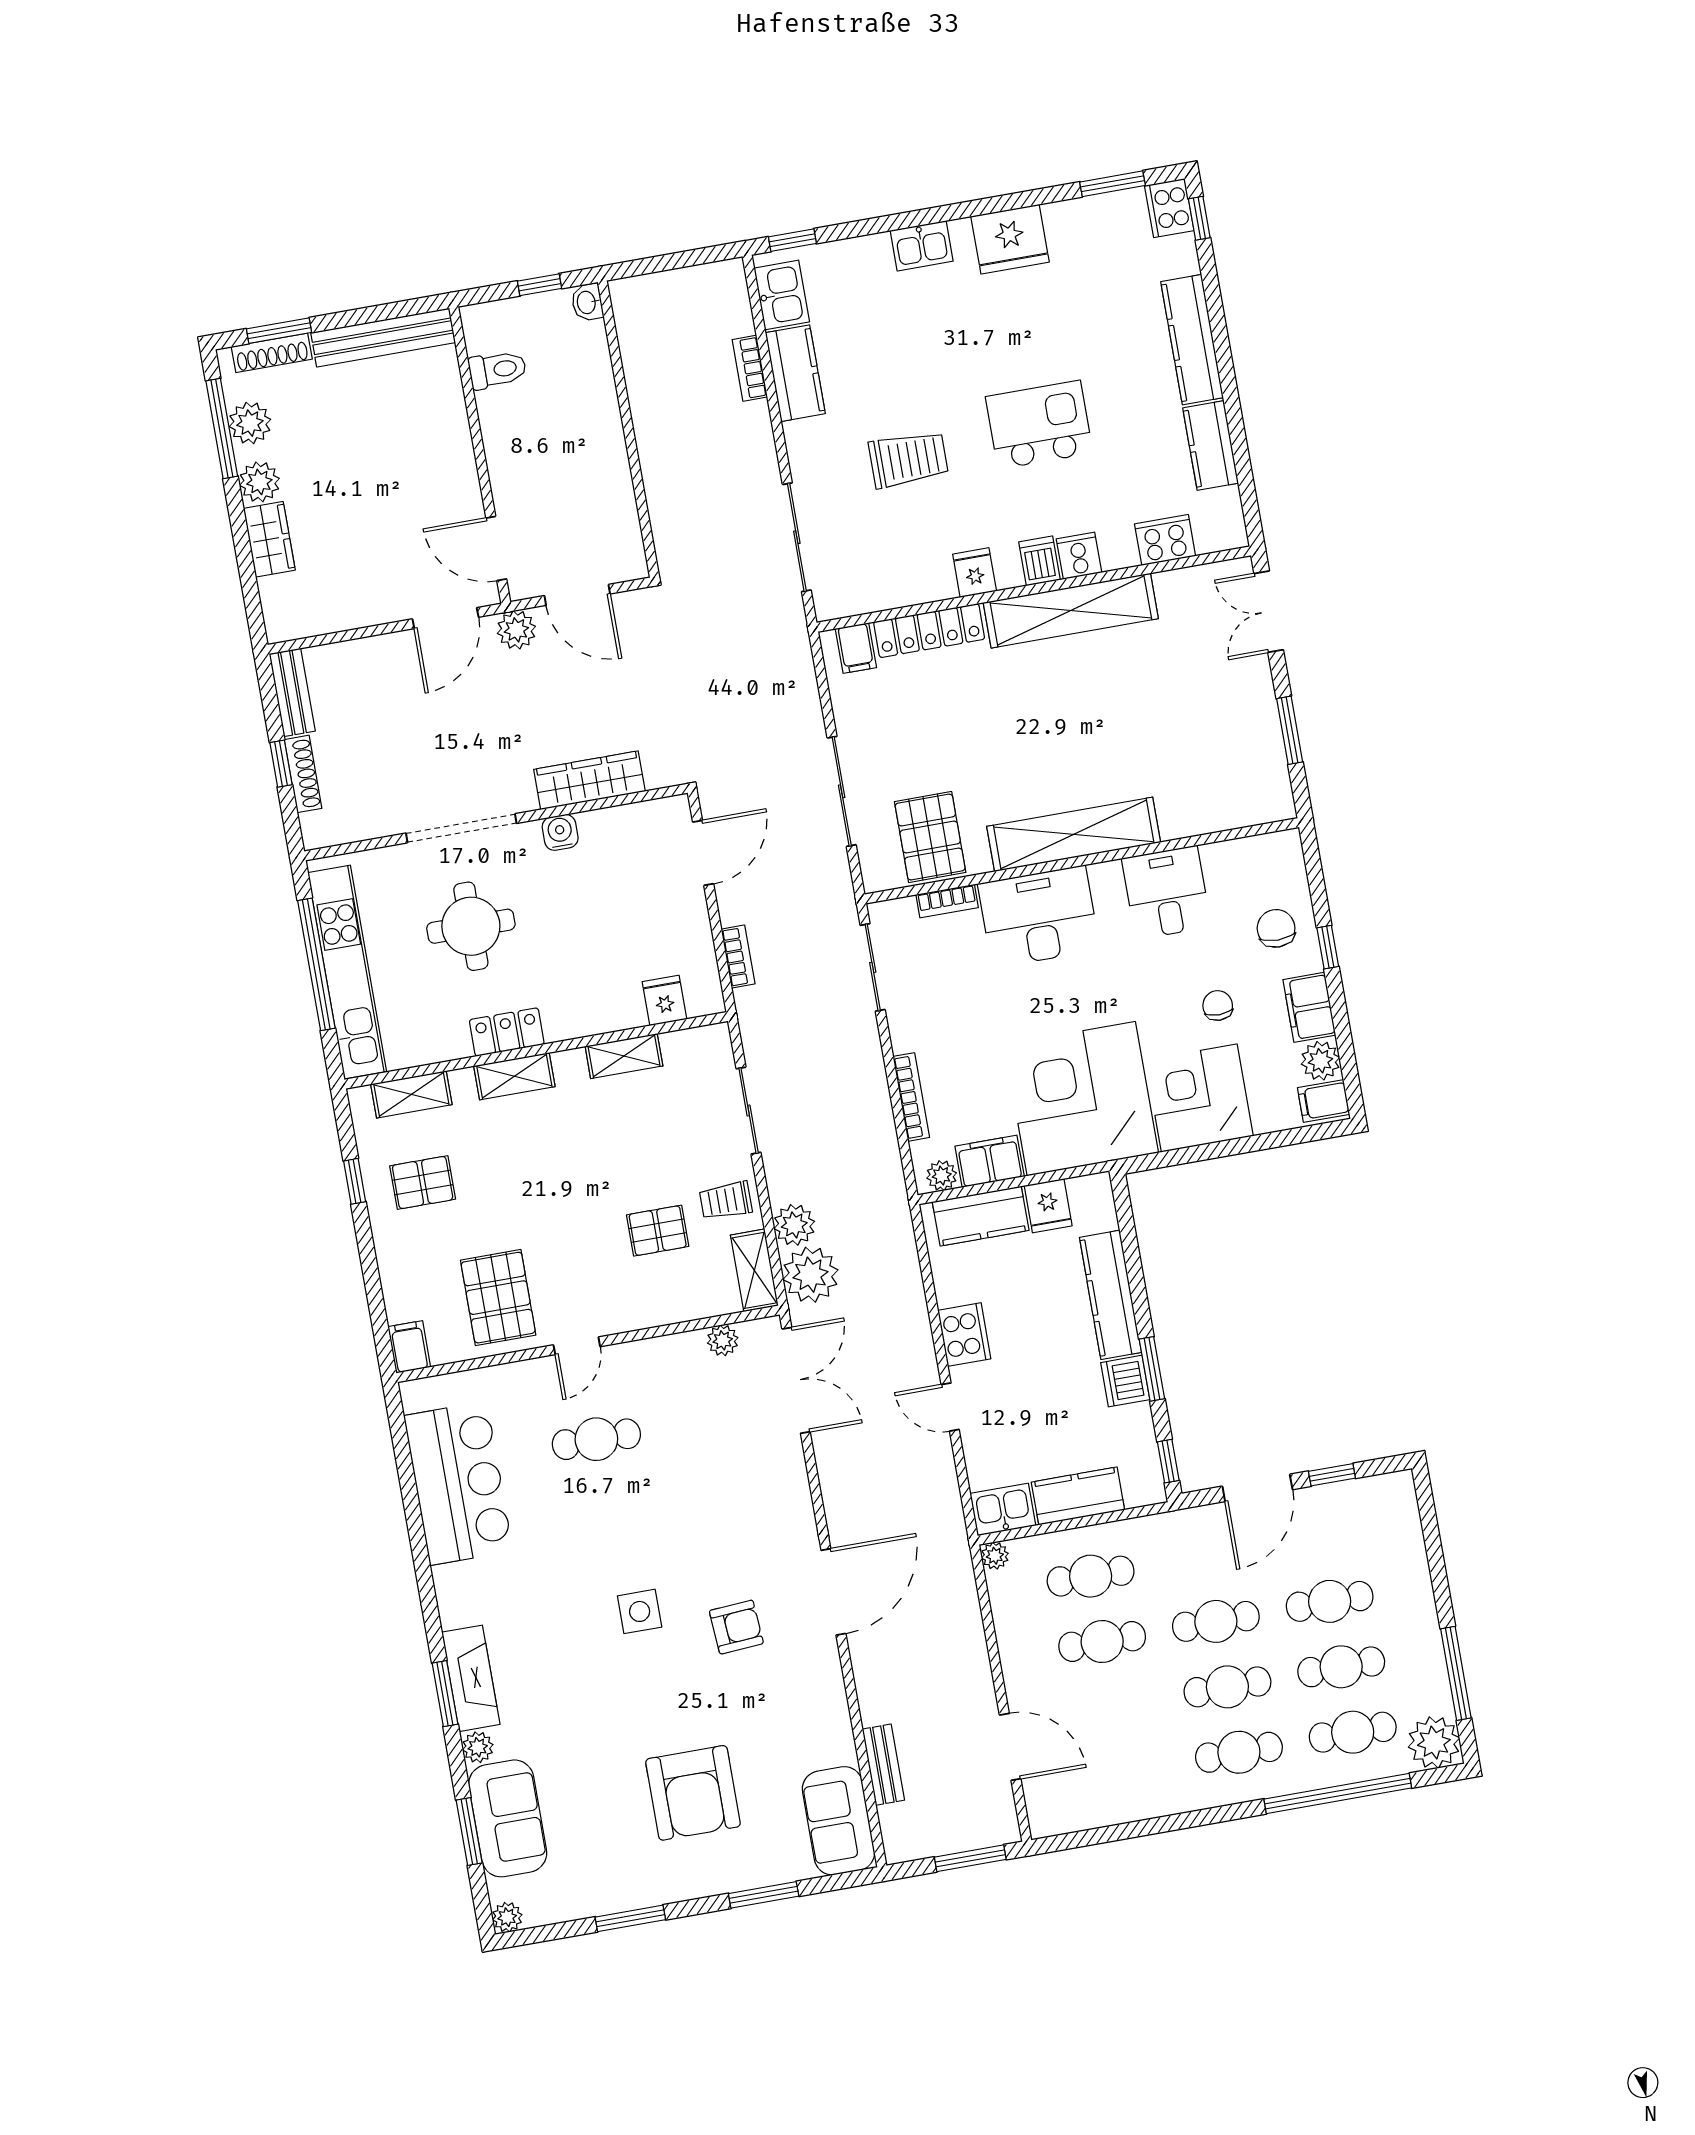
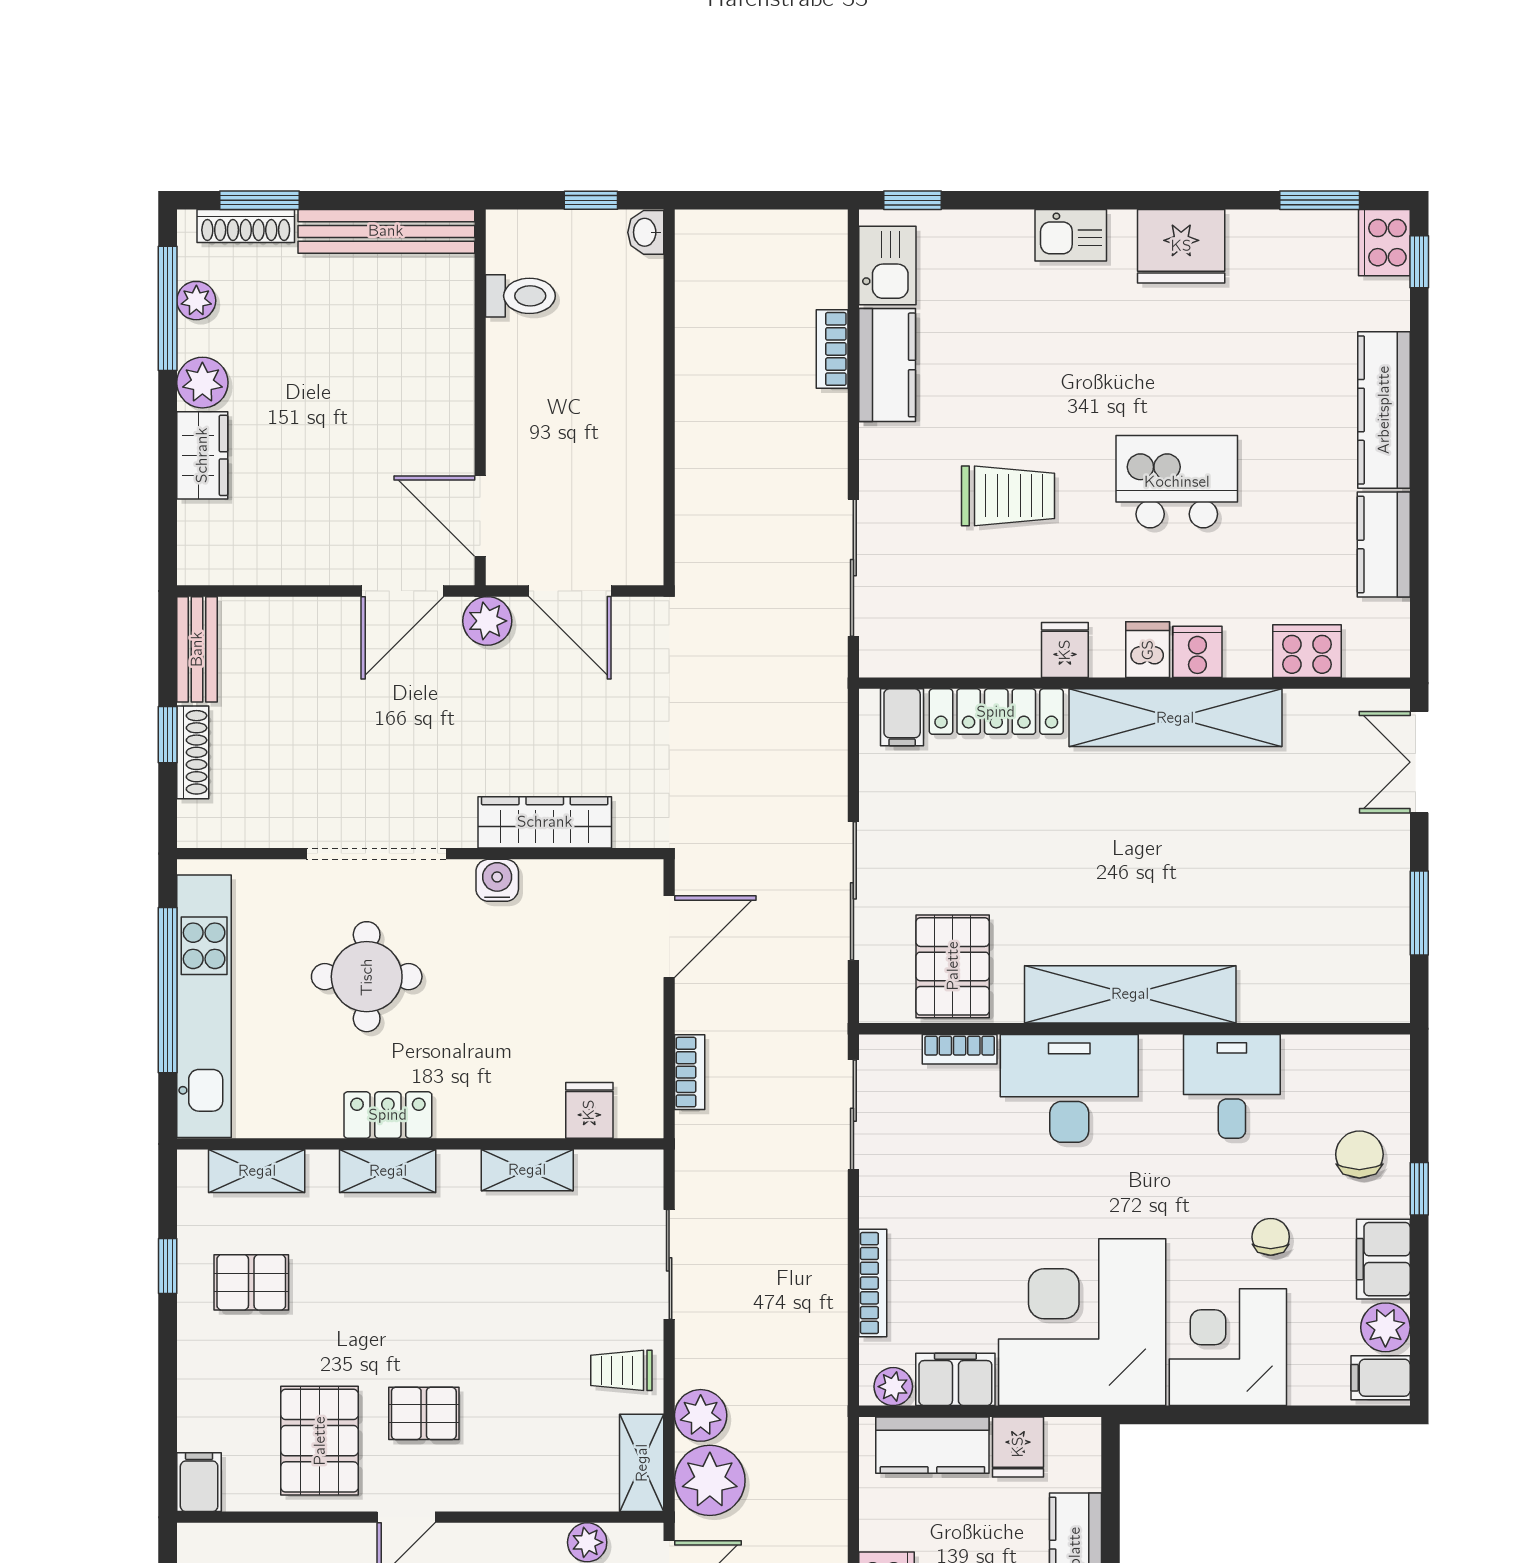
plant: (250, 423) -> (196, 301), width x0.73, depth x0.73
pallet: (658, 1231) -> (424, 1413), moved

